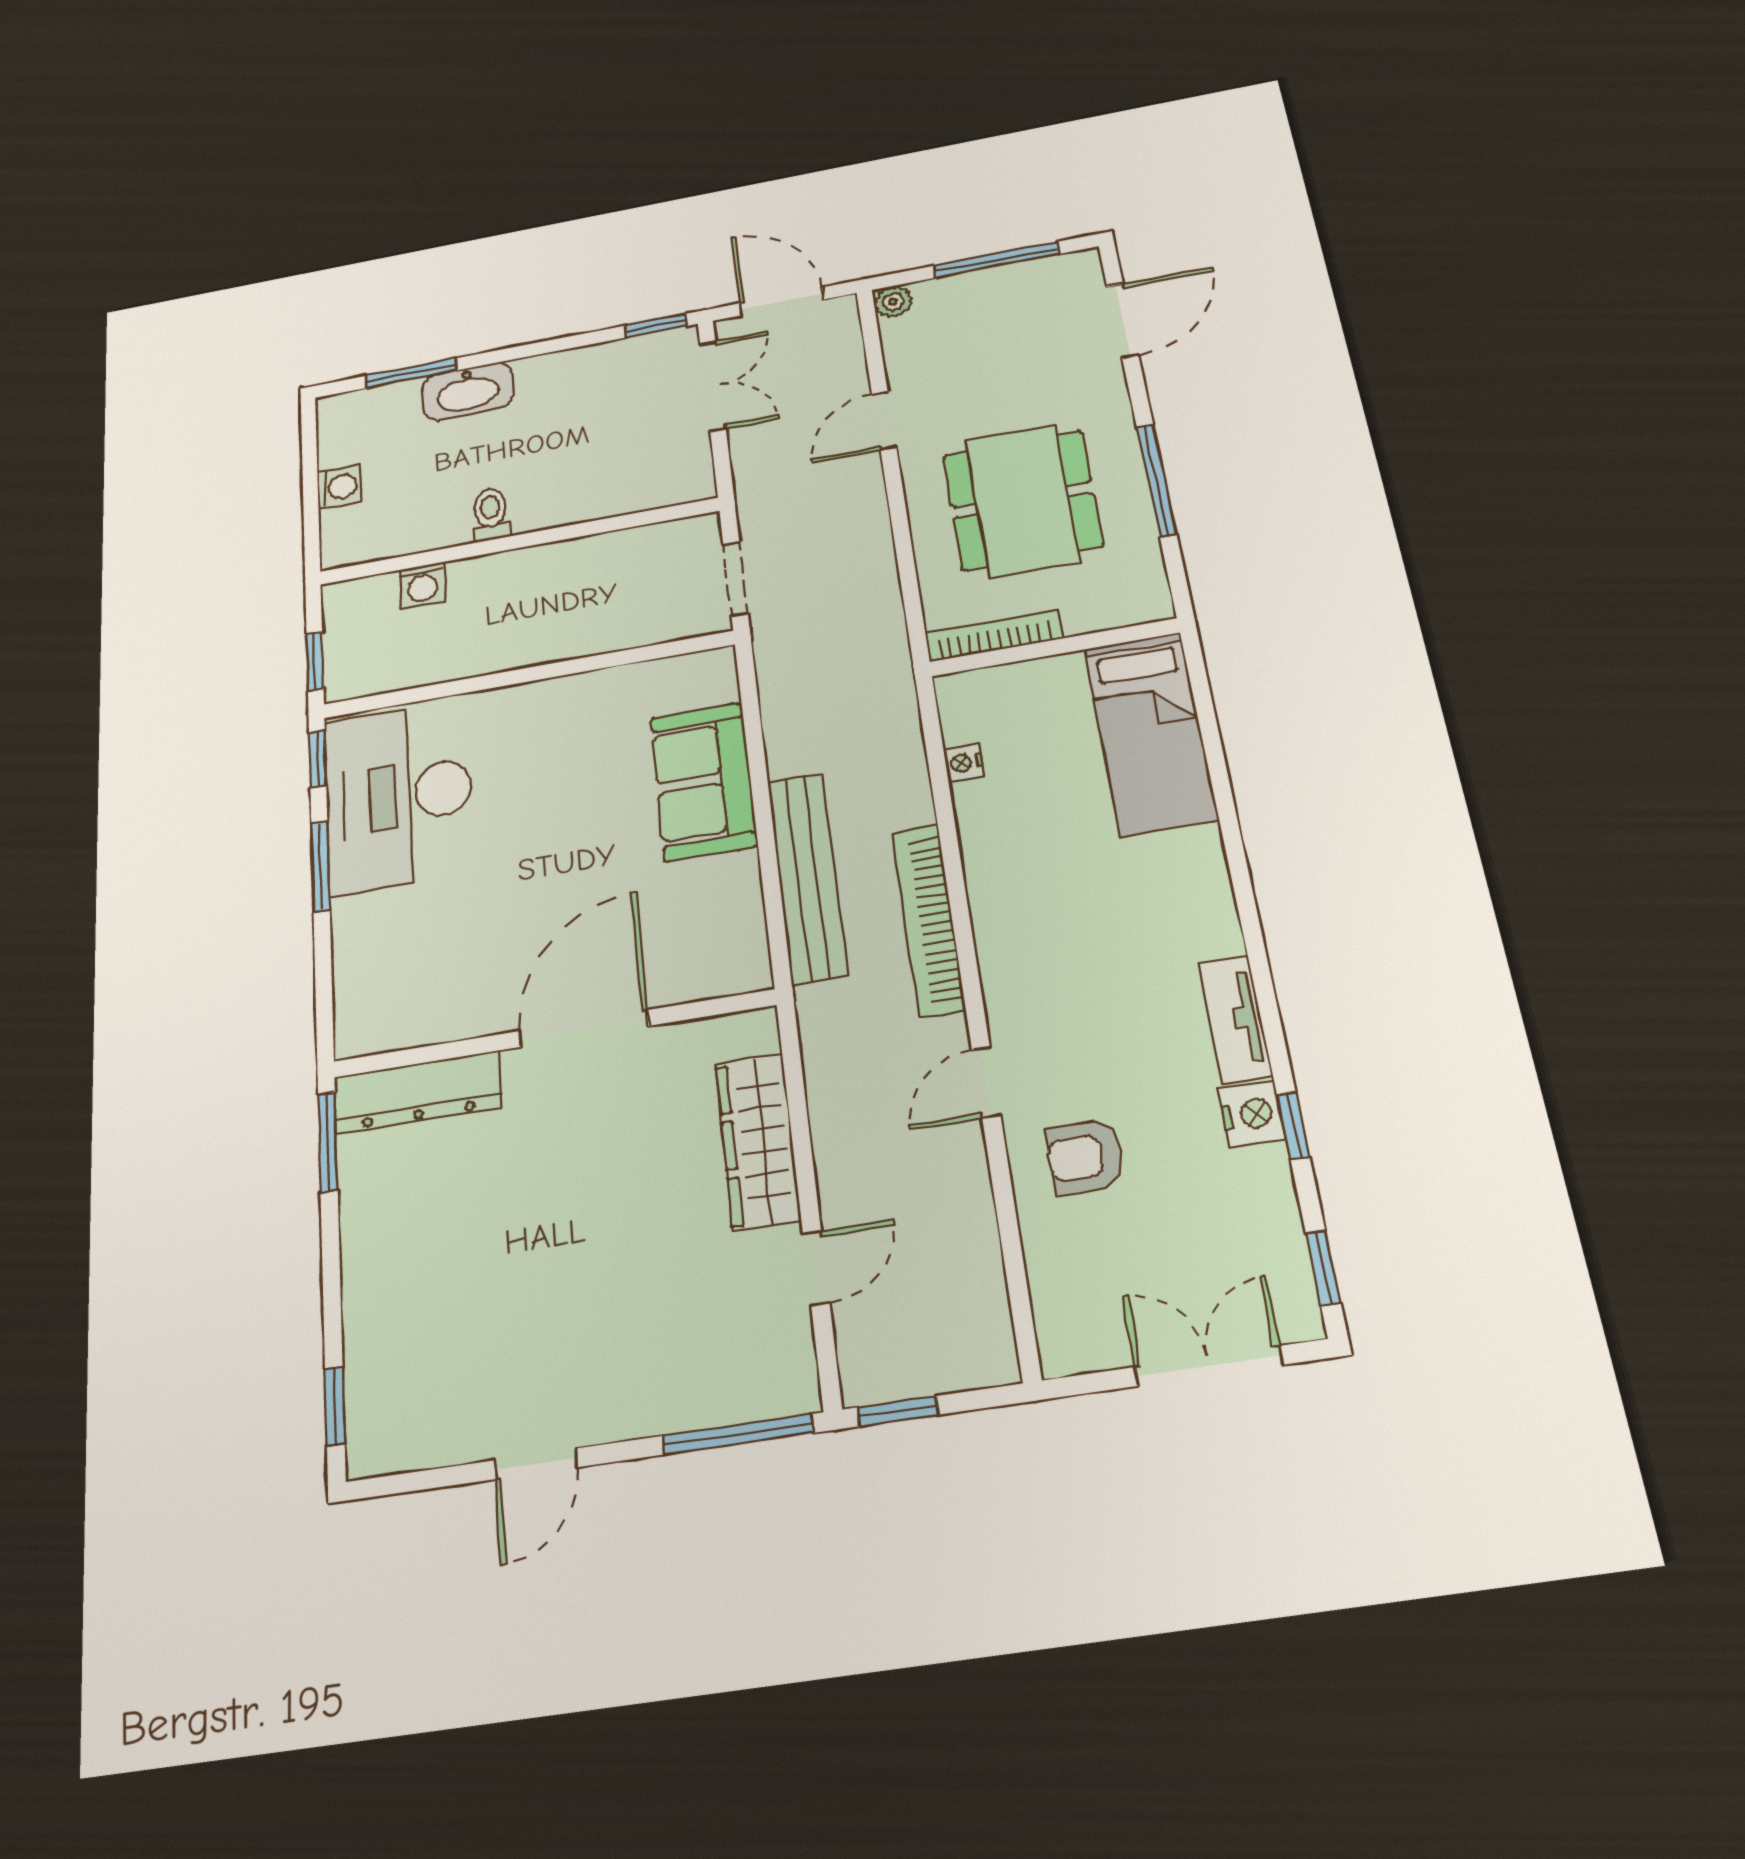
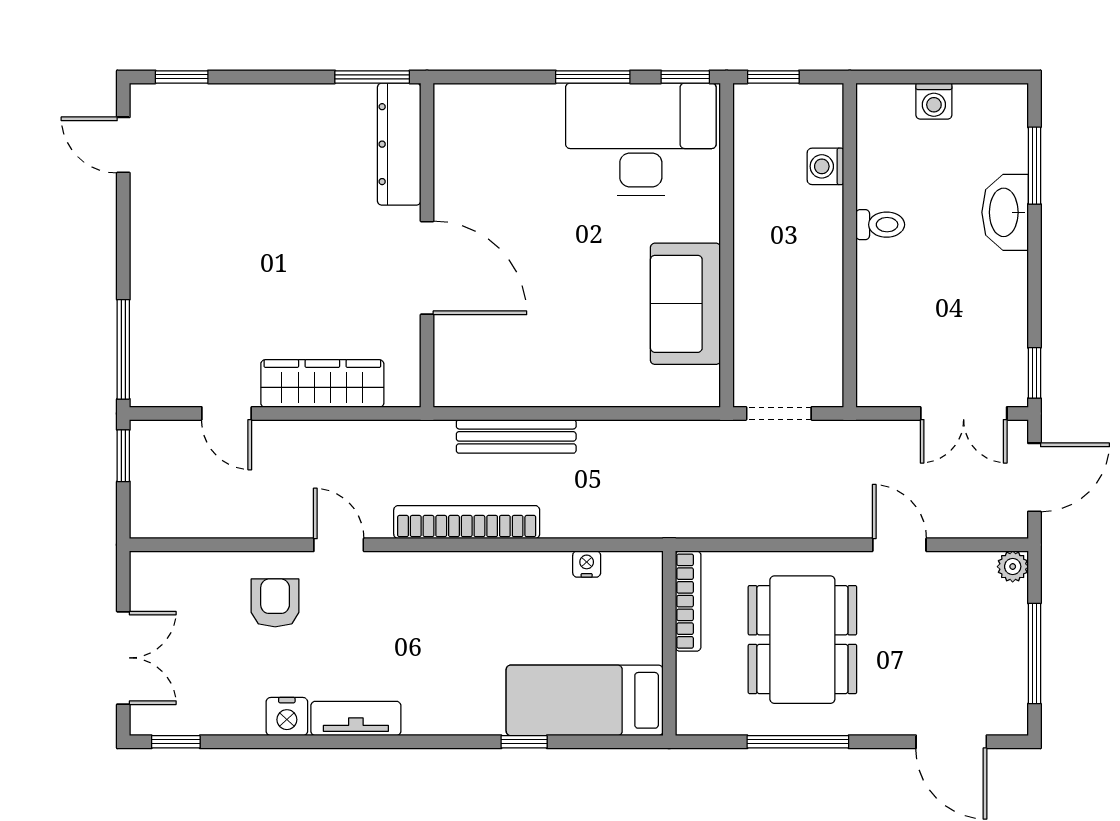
dining table: (1022, 500) -> (802, 640), turned 90
sofa: (703, 781) -> (685, 304), moved, turned -90
bench: (807, 877) -> (516, 436), width x0.73, depth x0.82
window: (1293, 1125) -> (524, 742), moved
door: (536, 1464) -> (123, 145), moved

